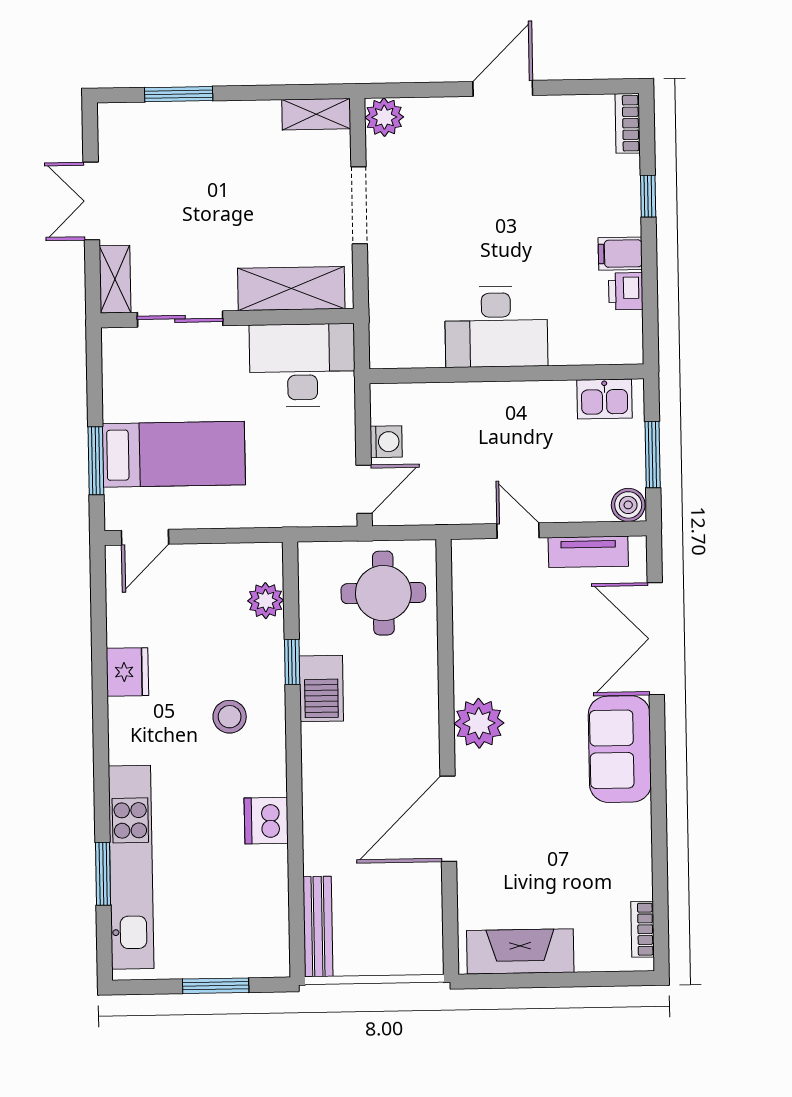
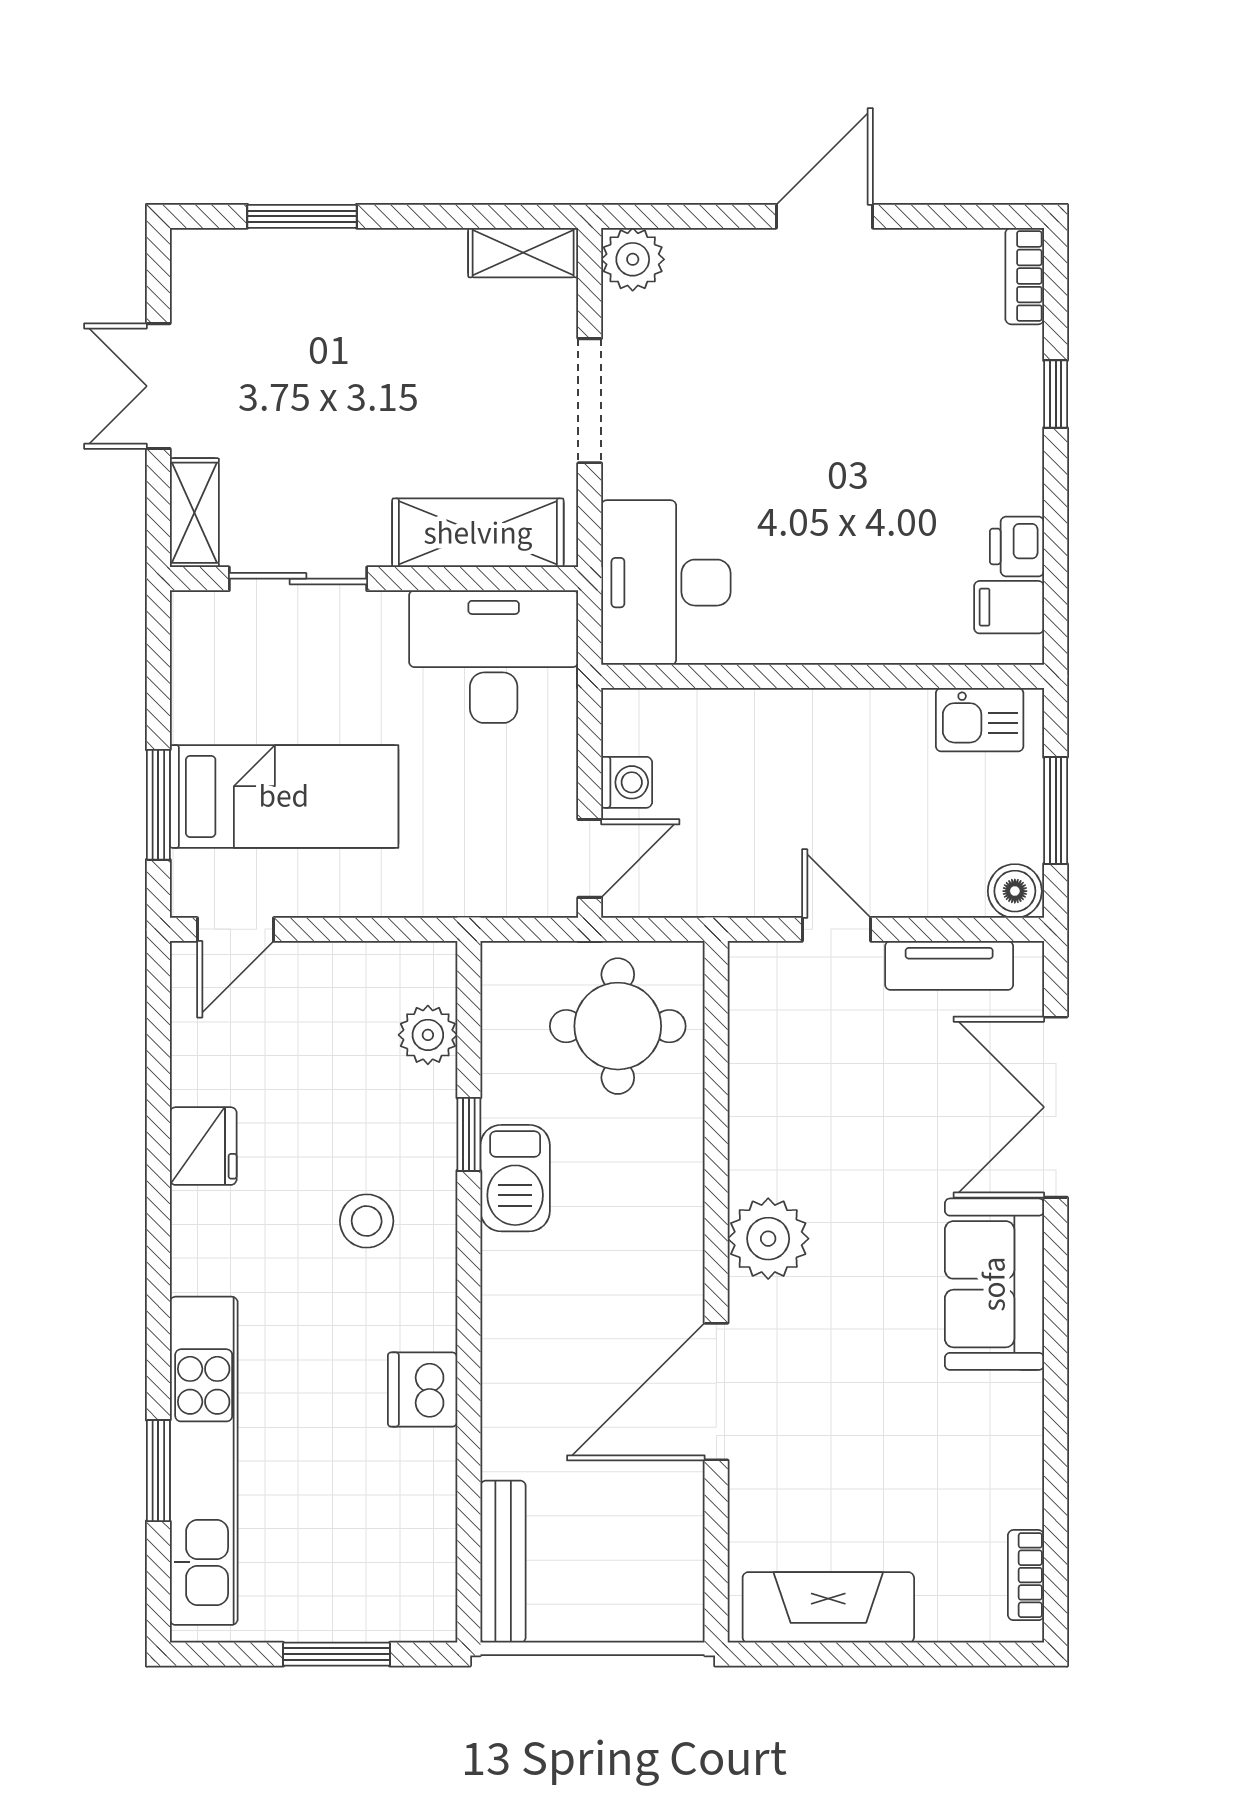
filing cabinet: (620, 254) -> (1009, 607), moved
desk: (496, 327) -> (666, 583), moved, turned 90

